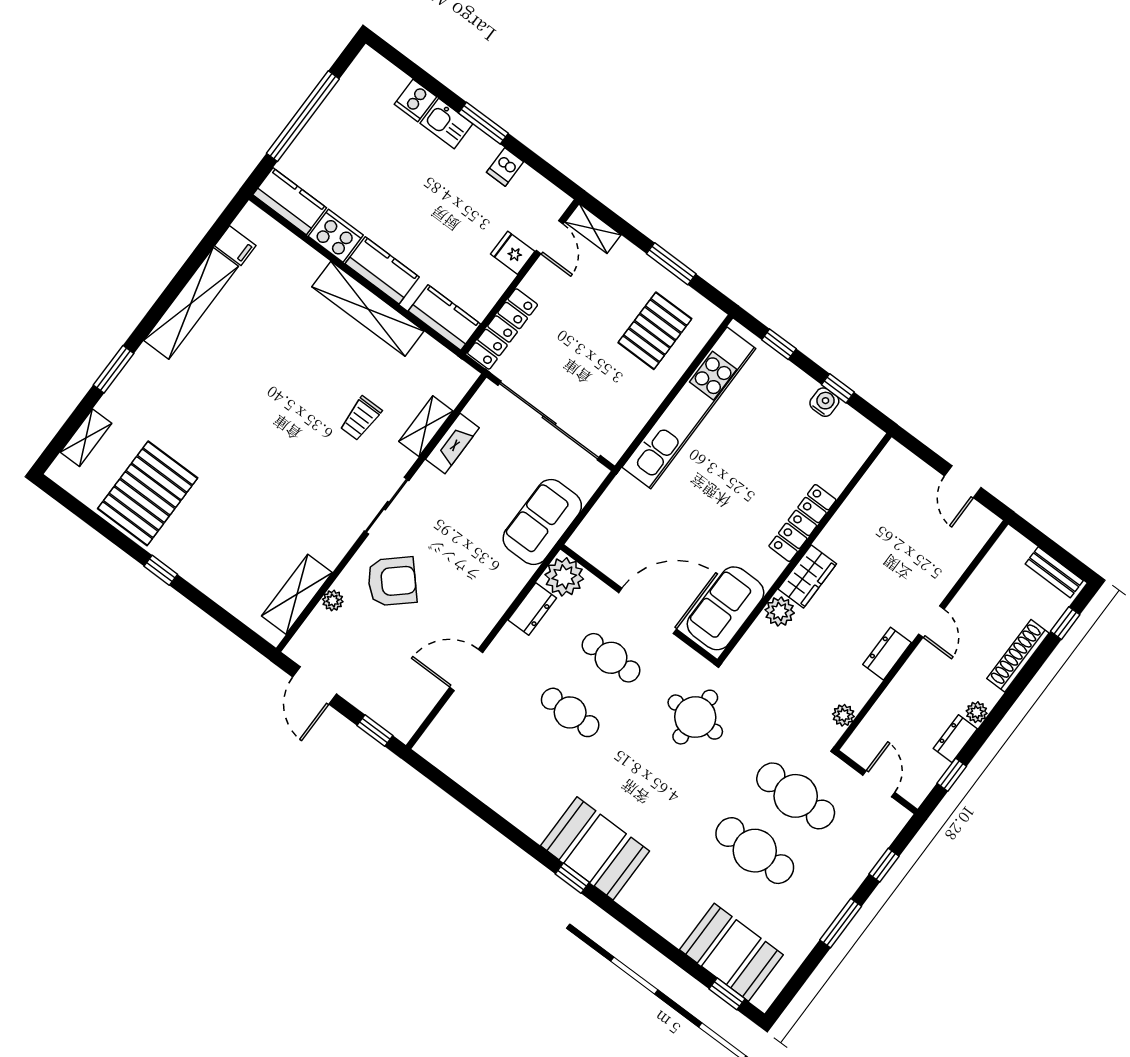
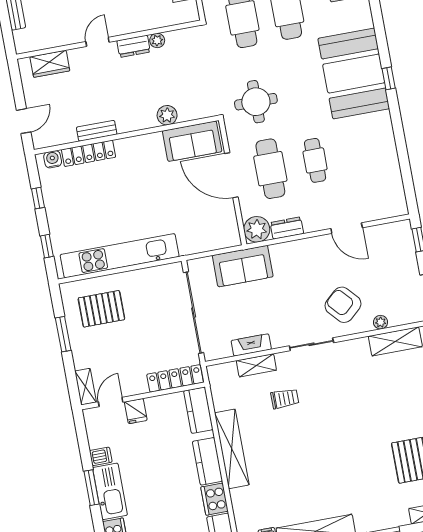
kitchen sink: (446, 123) -> (110, 491), width x1.87, depth x1.24
water cooler: (824, 402) -> (53, 159), moved, turned 90
door: (963, 482) -> (24, 121), moved
locker: (802, 523) -> (89, 153), moved
bench: (842, 523) -> (97, 131), added
wardrobe: (807, 576) -> (50, 64), moved, turned 180
cafe table: (611, 658) -> (270, 169), width x1.37, depth x1.35
plant: (843, 715) -> (157, 40), moved
booth: (595, 848) -> (354, 74), width x1.36, depth x1.42

